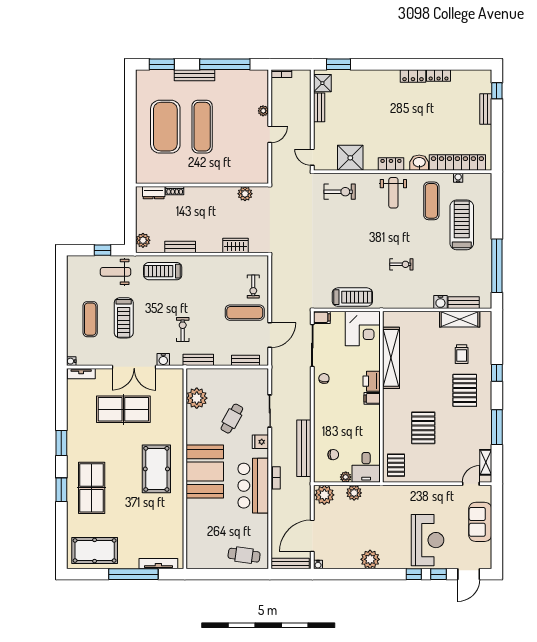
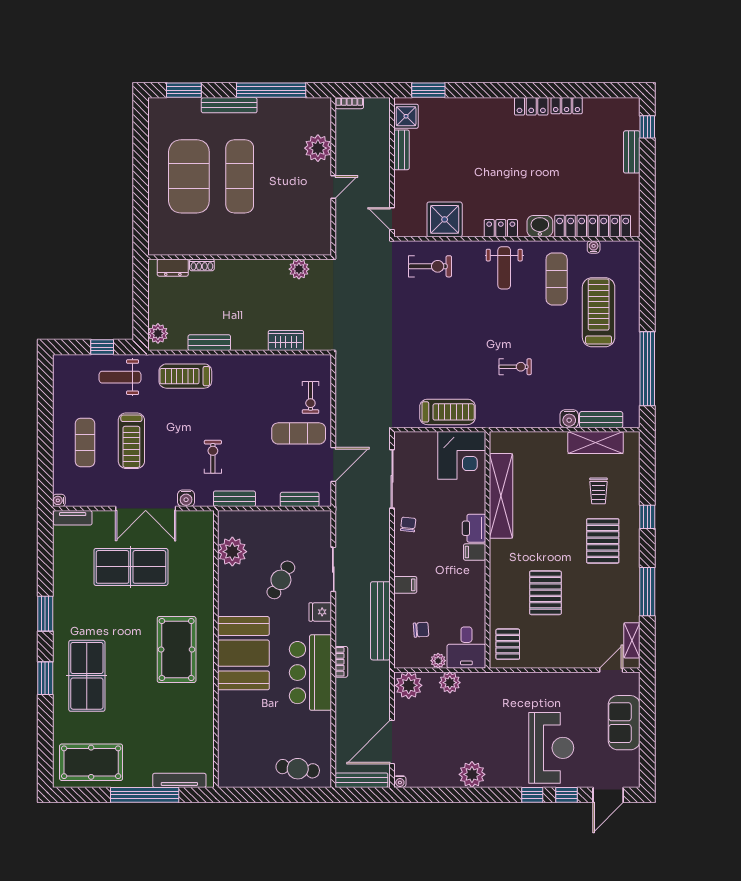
plant: (263, 111) -> (318, 148), width x1.88, depth x1.88
filing cabinet: (322, 317) -> (405, 585), moved

